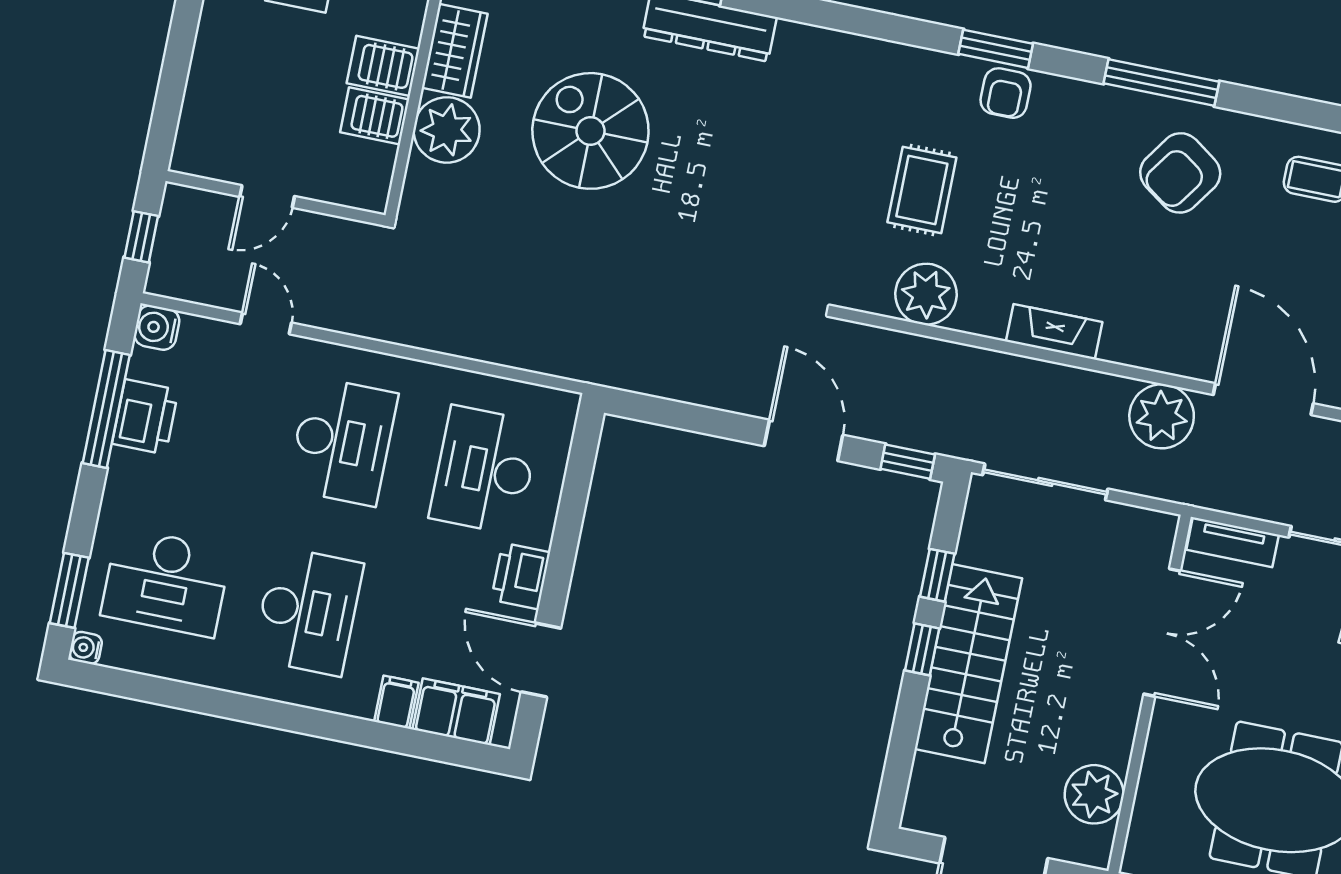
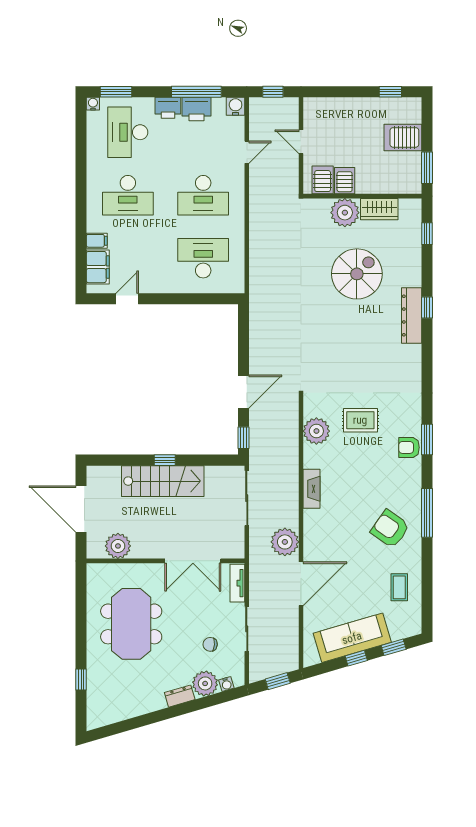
server rack: (383, 66) -> (323, 180), moved
window: (937, 575) -> (198, 460), removed
printer: (521, 576) -> (168, 108), moved, turned 180
door: (541, 660) -> (127, 299), width x0.73

